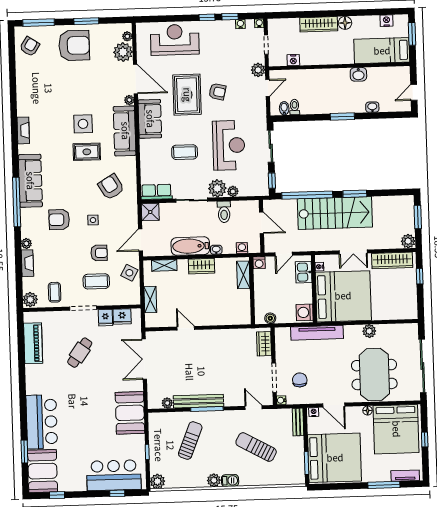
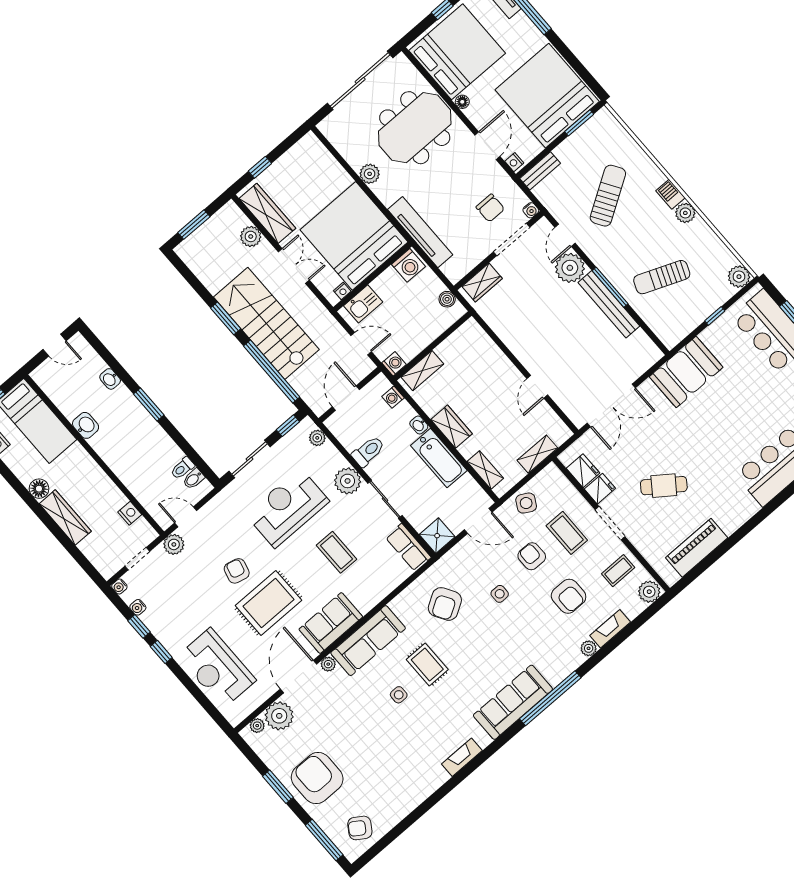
side table: (83, 124) -> (399, 695), width x0.54, depth x0.54
plant: (233, 191) -> (317, 438), moved
armchair: (59, 220) -> (569, 596), moved
plant: (408, 241) -> (251, 236), moved
chair: (300, 380) -> (490, 208), turned -90
plant: (167, 403) -> (570, 268), moved, width x1.87, depth x1.87
sun lounger: (256, 447) -> (608, 196), turned -151

